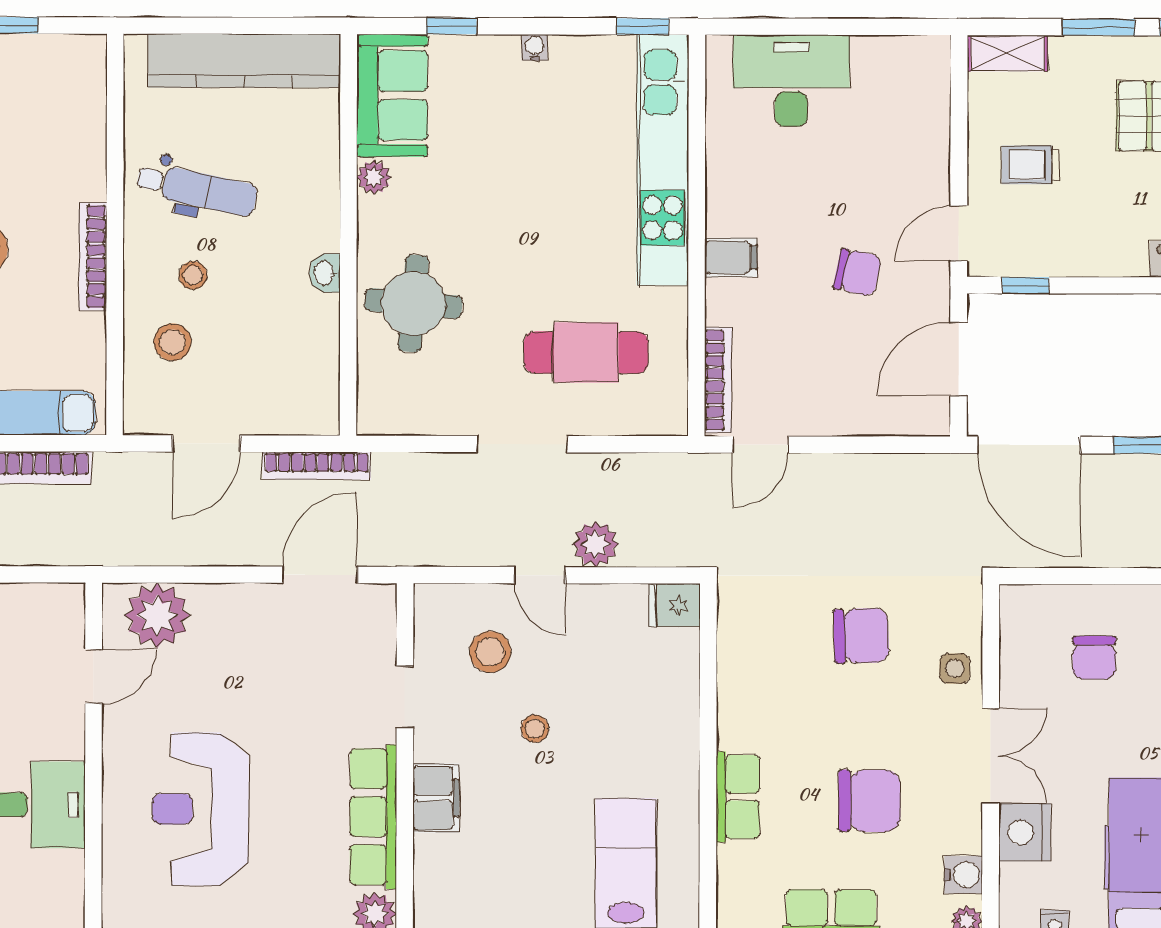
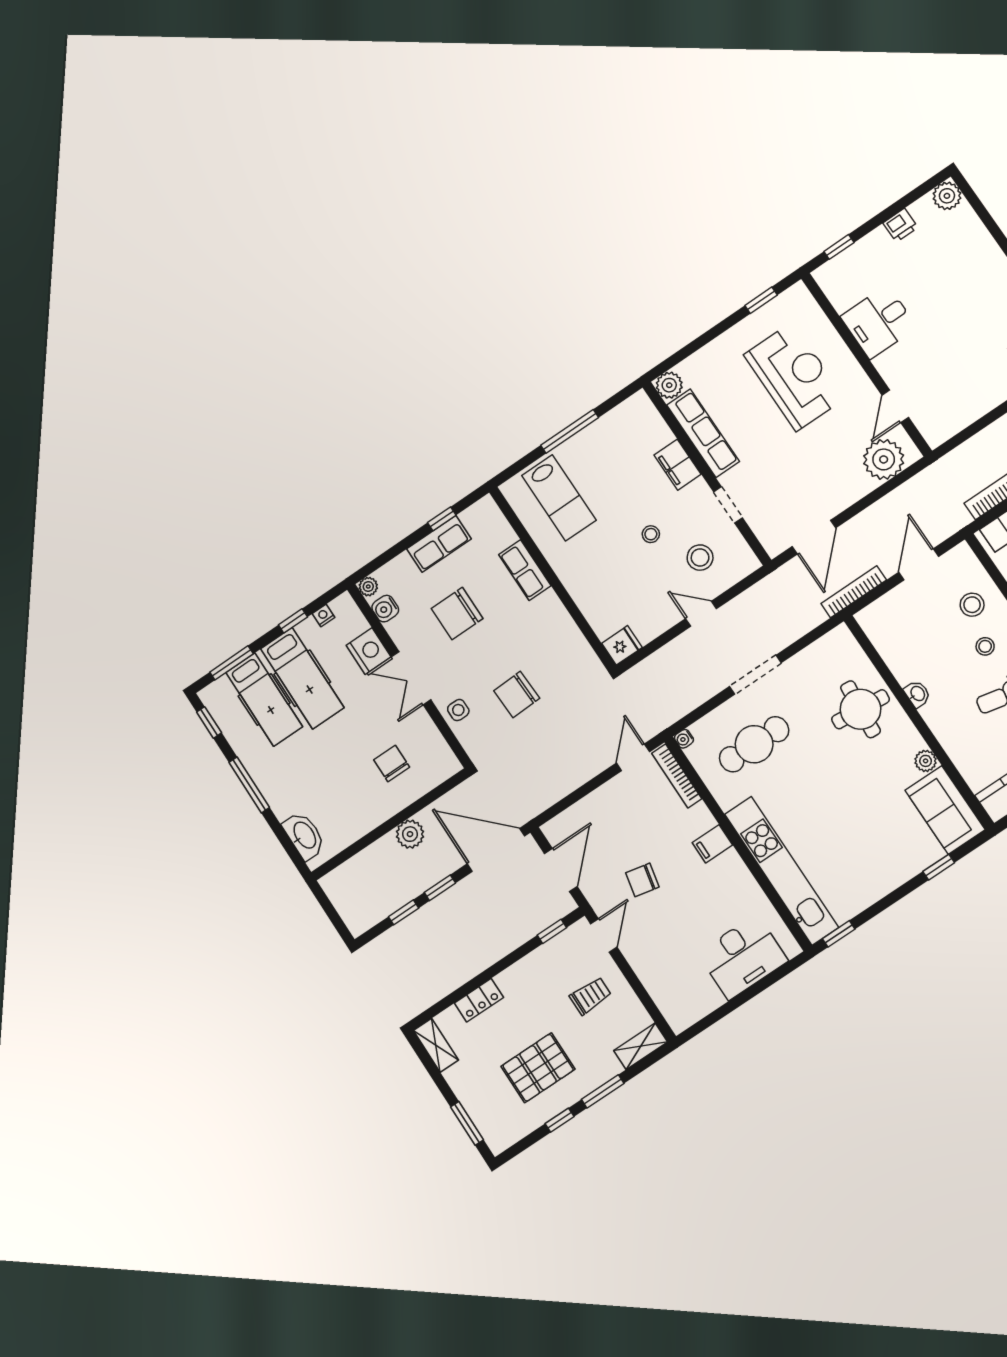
water cooler: (535, 47) -> (684, 739), moved, turned 90
plant: (596, 544) -> (410, 834), moved

